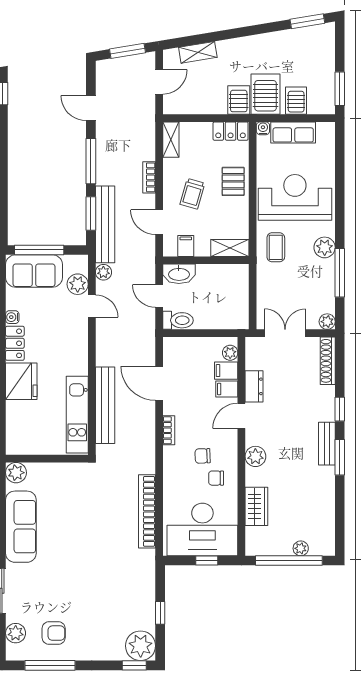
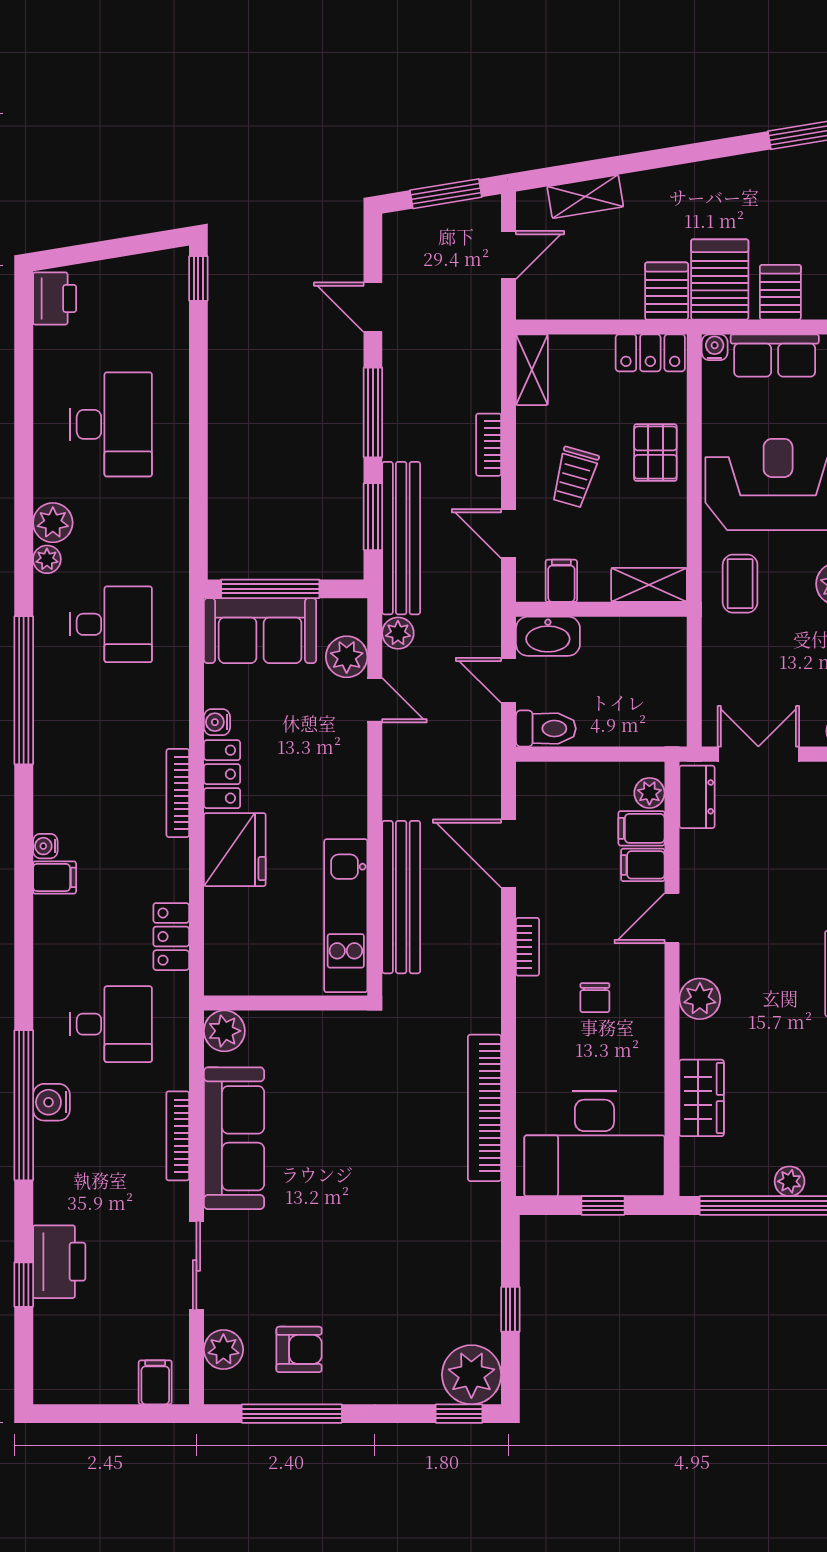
dresser: (254, 386) -> (697, 797), moved
chair: (203, 456) -> (595, 998), turned -88
chair: (216, 478) -> (622, 1042), removed

